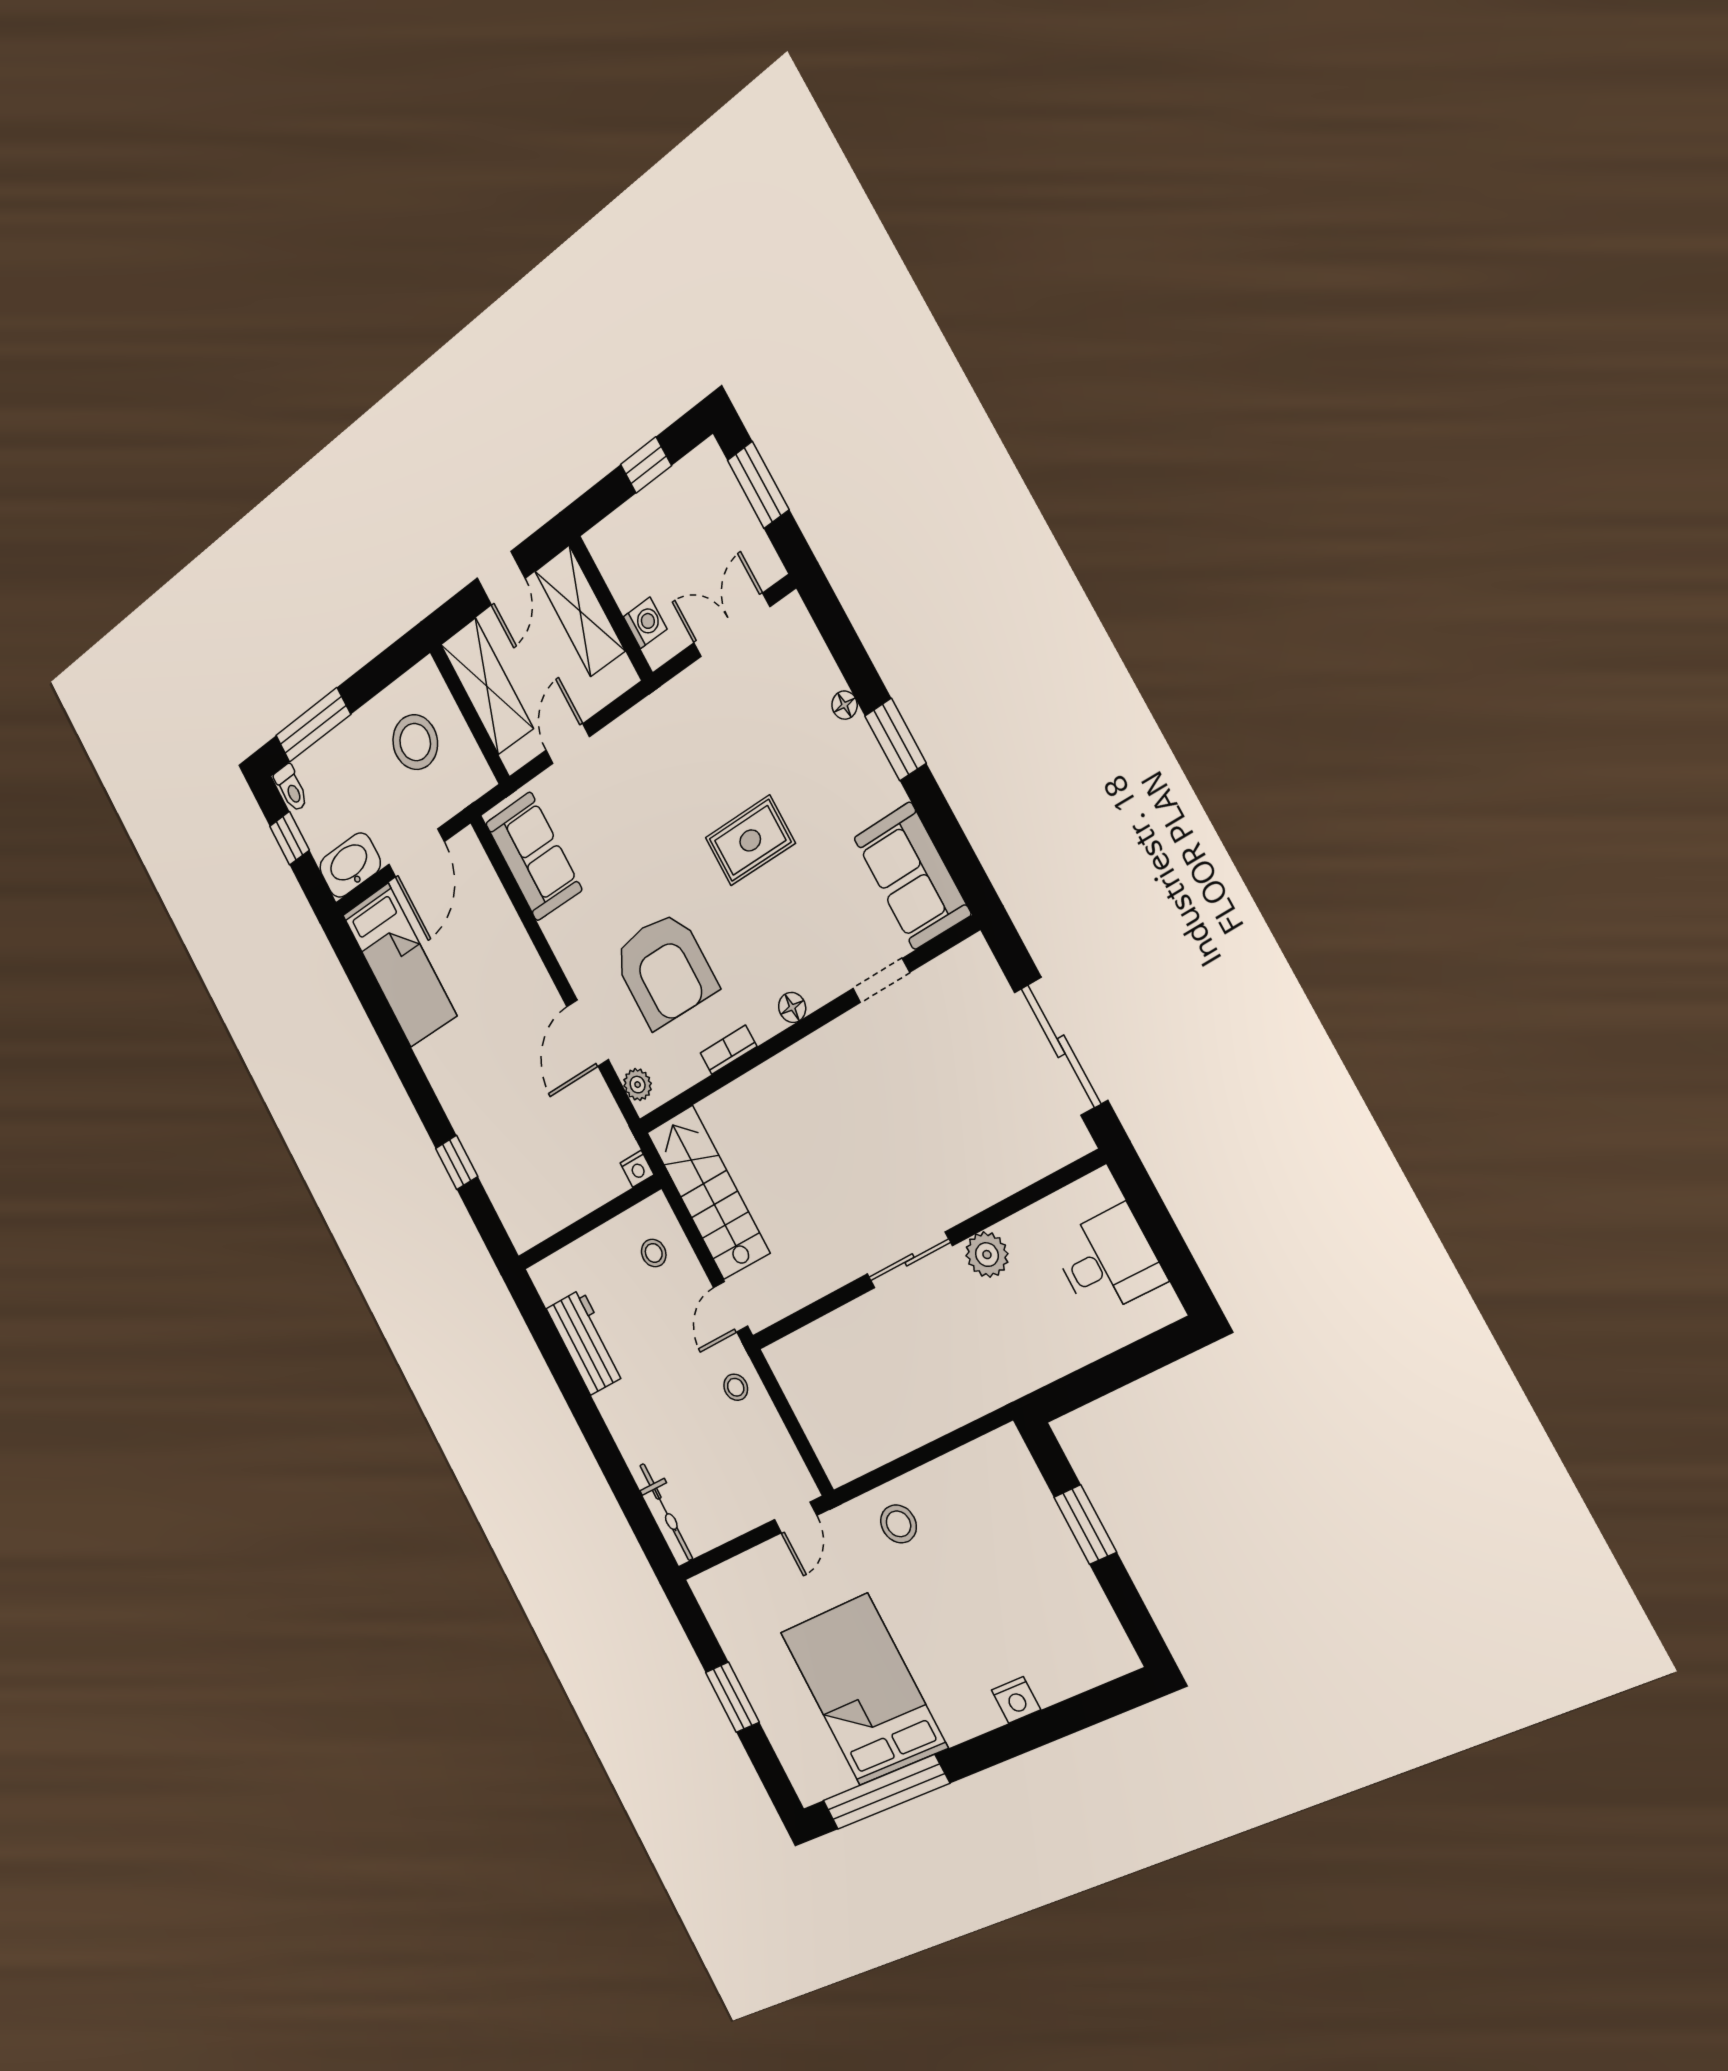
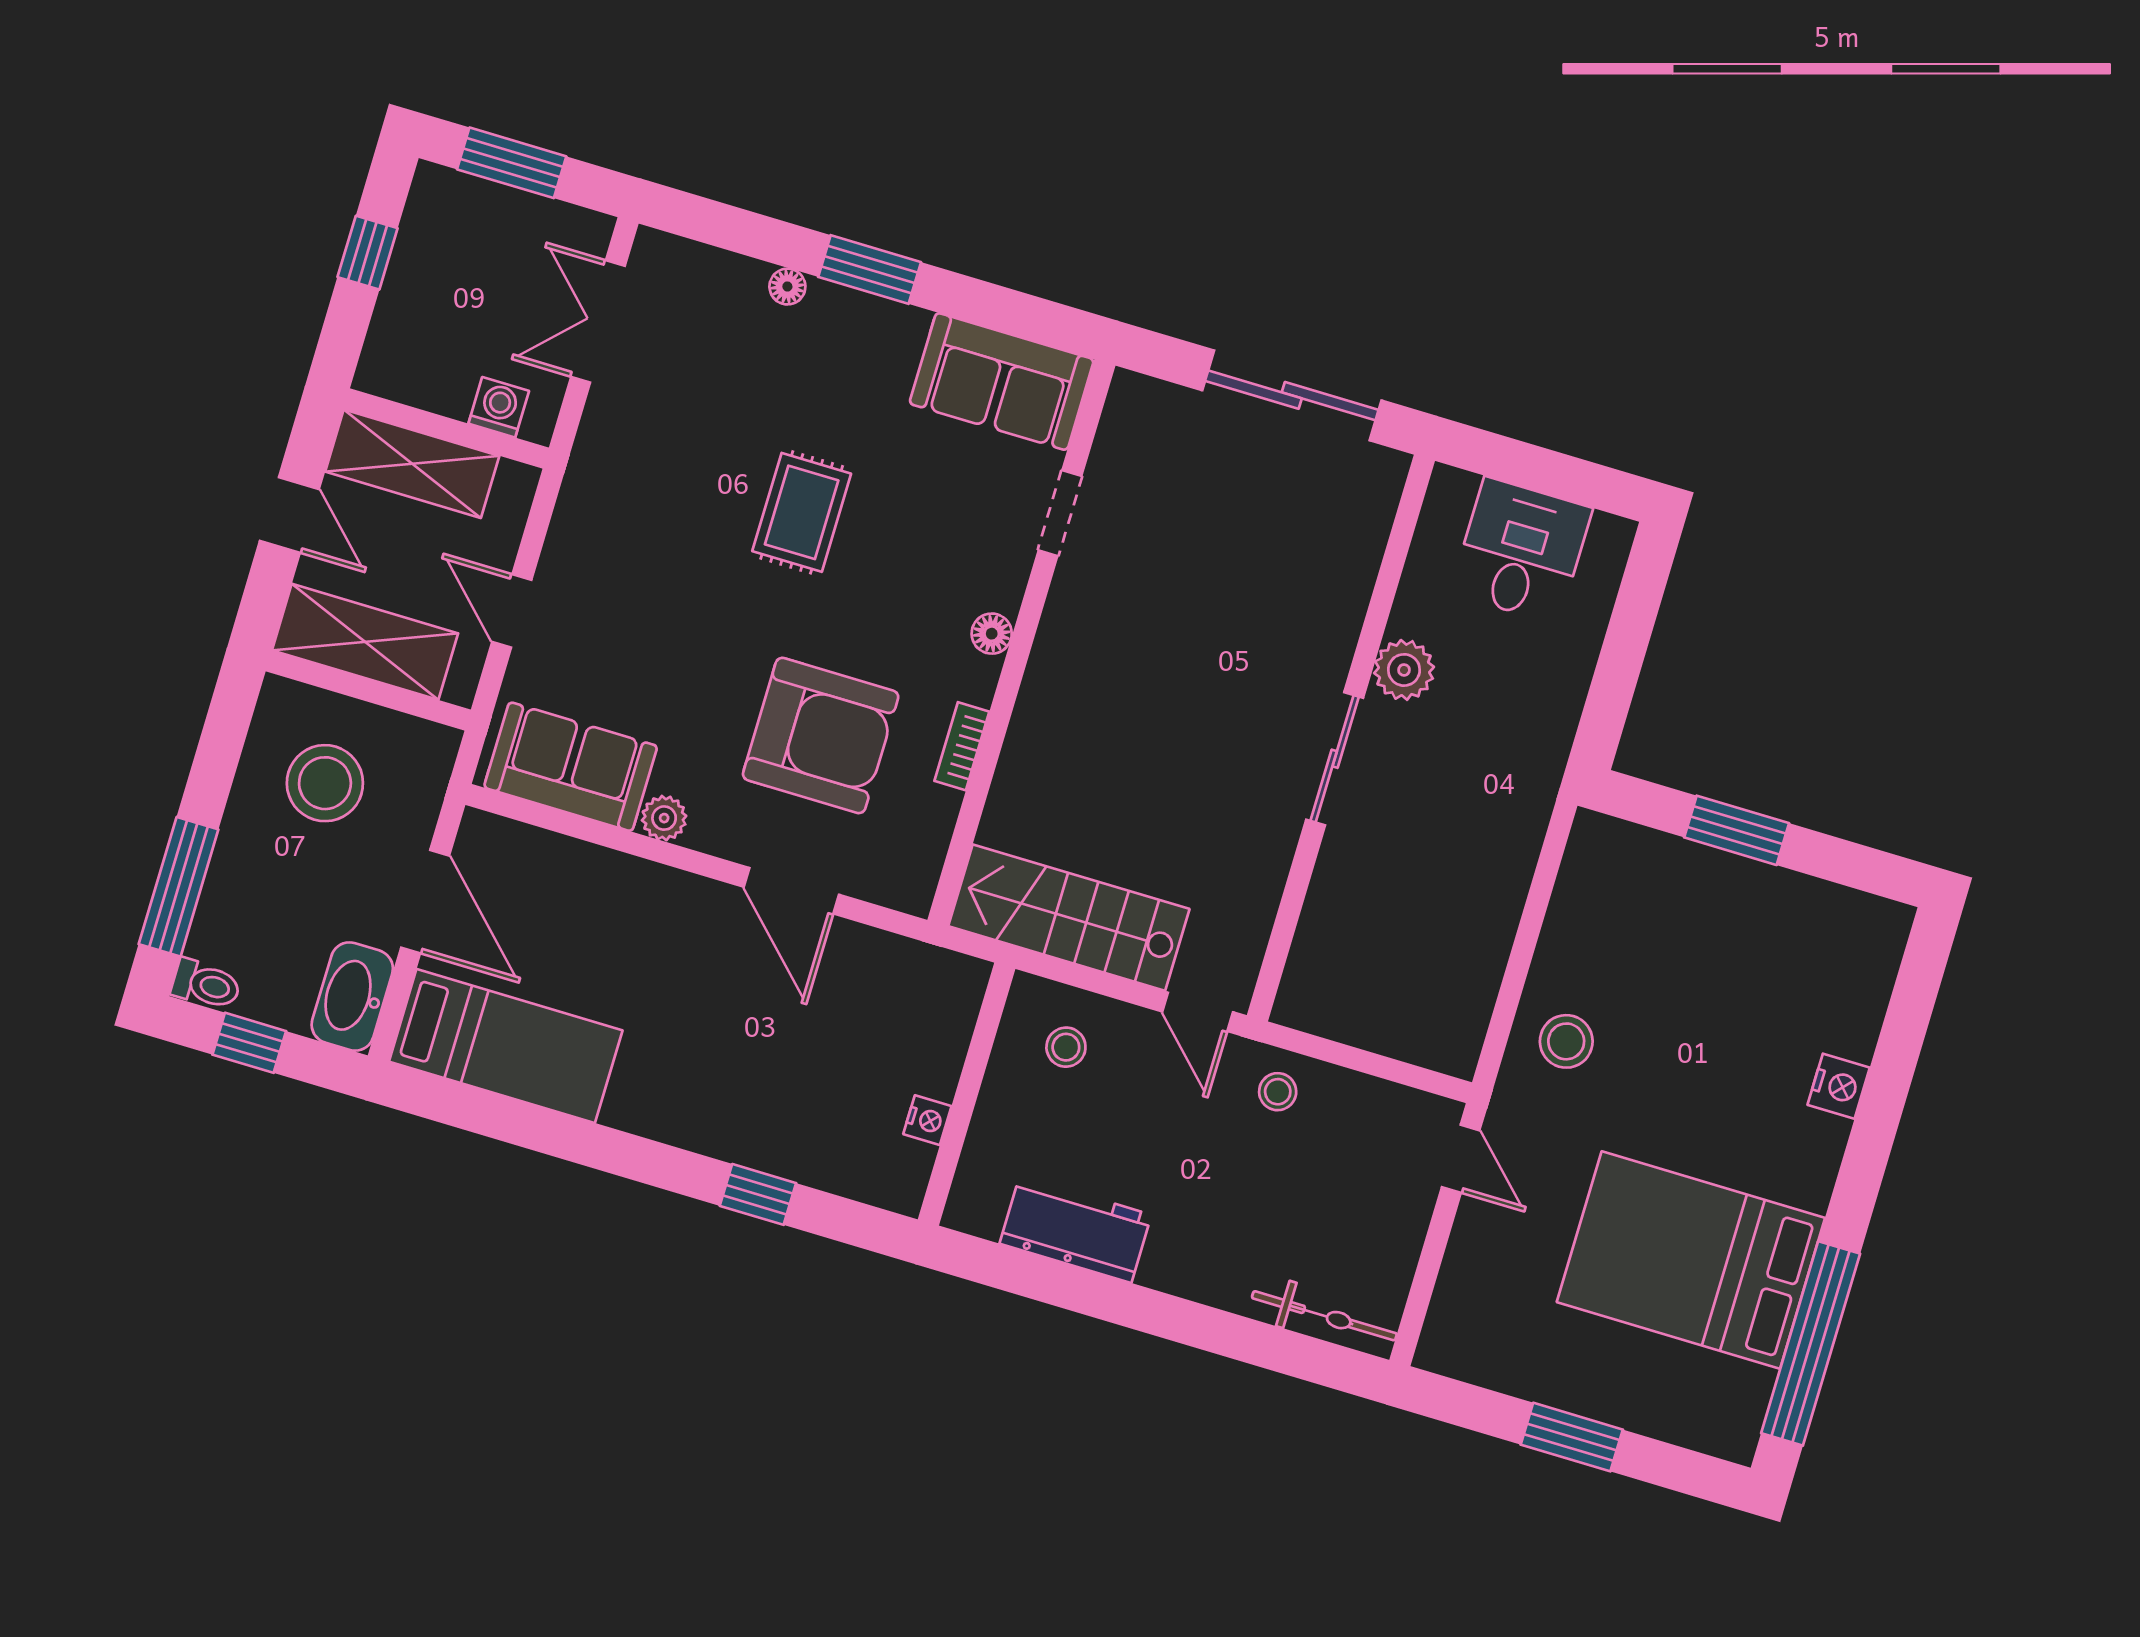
plant: (638, 1085) -> (664, 818), moved
nightstand: (637, 1169) -> (927, 1120), moved

